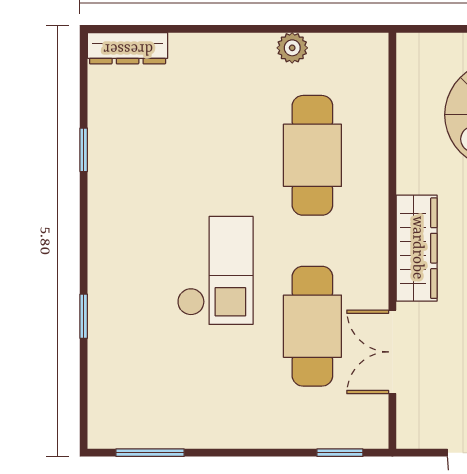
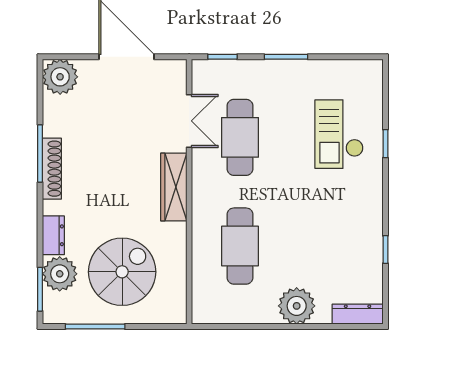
plant: (292, 48) -> (297, 306), moved, width x1.87, depth x1.87
checkout: (215, 270) -> (339, 134), moved
window: (150, 453) -> (286, 57), moved

